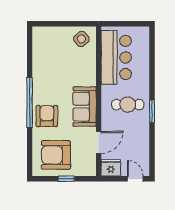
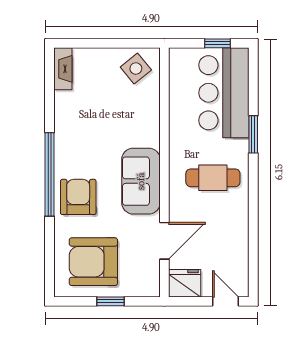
window: (130, 24) -> (217, 43), added
fireplace: (38, 39) -> (63, 69), added
bar counter: (116, 57) -> (224, 93), moved, turned 180
window: (152, 111) -> (253, 134), moved

